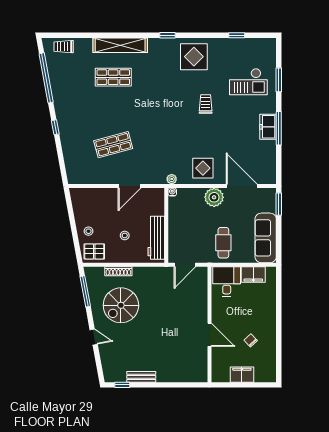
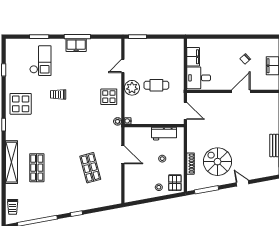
door: (242, 186) -> (123, 66), width x0.53
workbench: (156, 238) -> (164, 134), width x0.73
sofa: (266, 238) -> (164, 47), removed
cafe table: (223, 243) -> (156, 85), moved
spiral stairs: (121, 305) -> (217, 162), turned 180
door: (94, 337) -> (243, 183), hinge flipped

